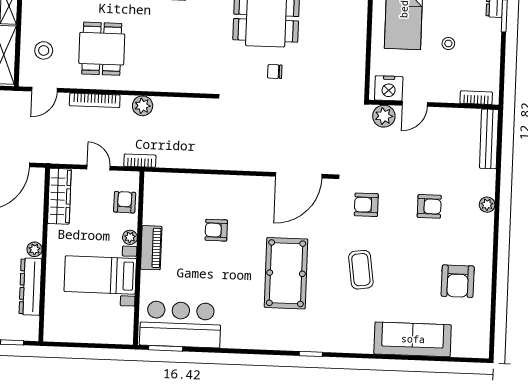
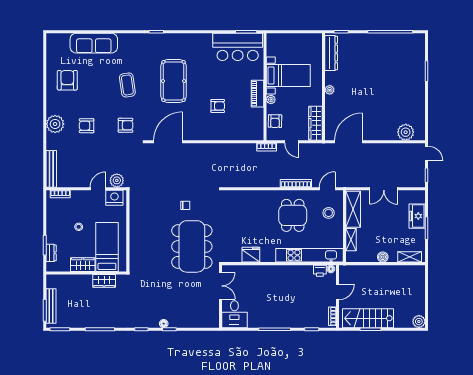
plant: (143, 106) -> (266, 181), removed
plant: (487, 205) -> (55, 124), width x1.88, depth x1.88
dresser: (30, 287) -> (331, 53), moved

